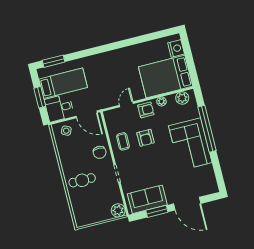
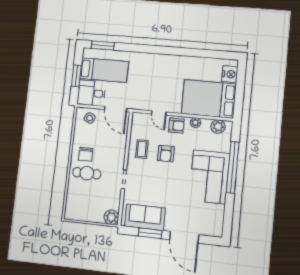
door: (126, 104) -> (159, 113), swing flipped
chair: (100, 152) -> (86, 154), moved

